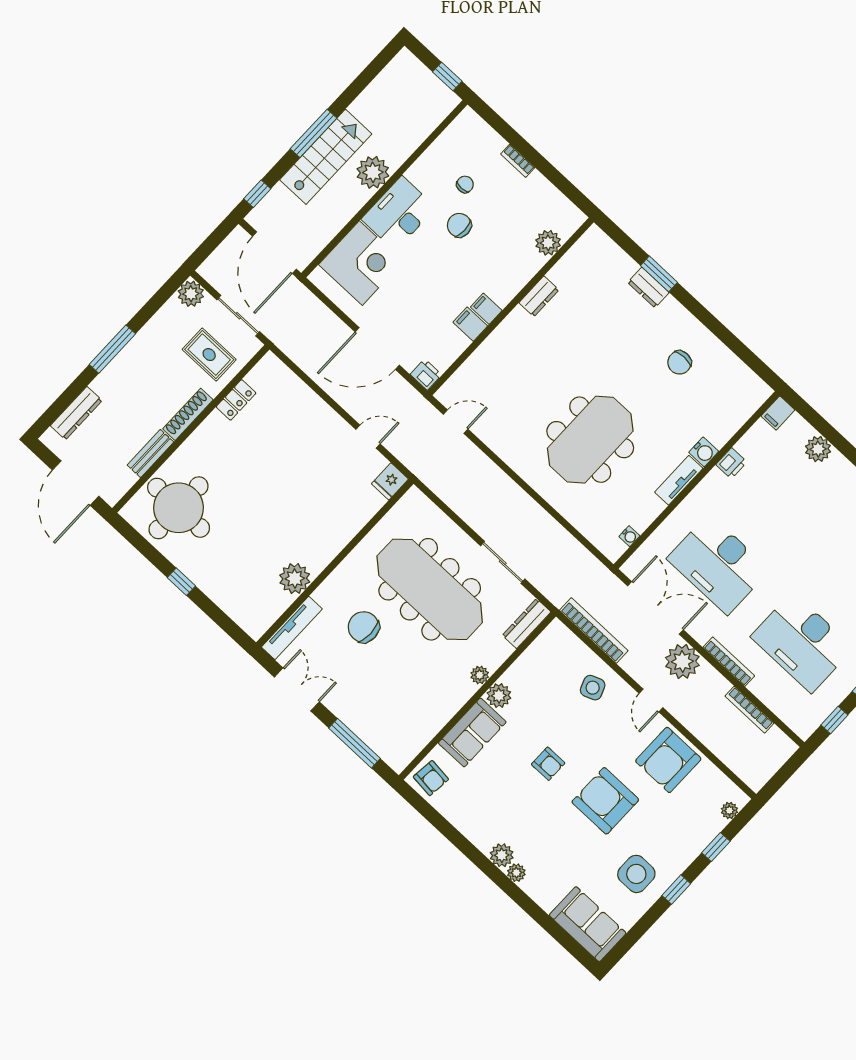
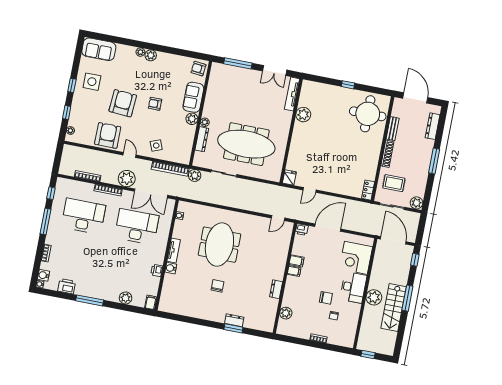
stairs: (326, 157) -> (394, 308), moved
chair: (679, 362) -> (217, 286), moved
locker: (236, 400) -> (368, 190), moved
plant: (557, 591) -> (195, 175), added
dresser: (527, 624) -> (202, 139), moved
chair: (364, 627) -> (263, 112), removed
armchair: (605, 801) -> (123, 103), turned -86

